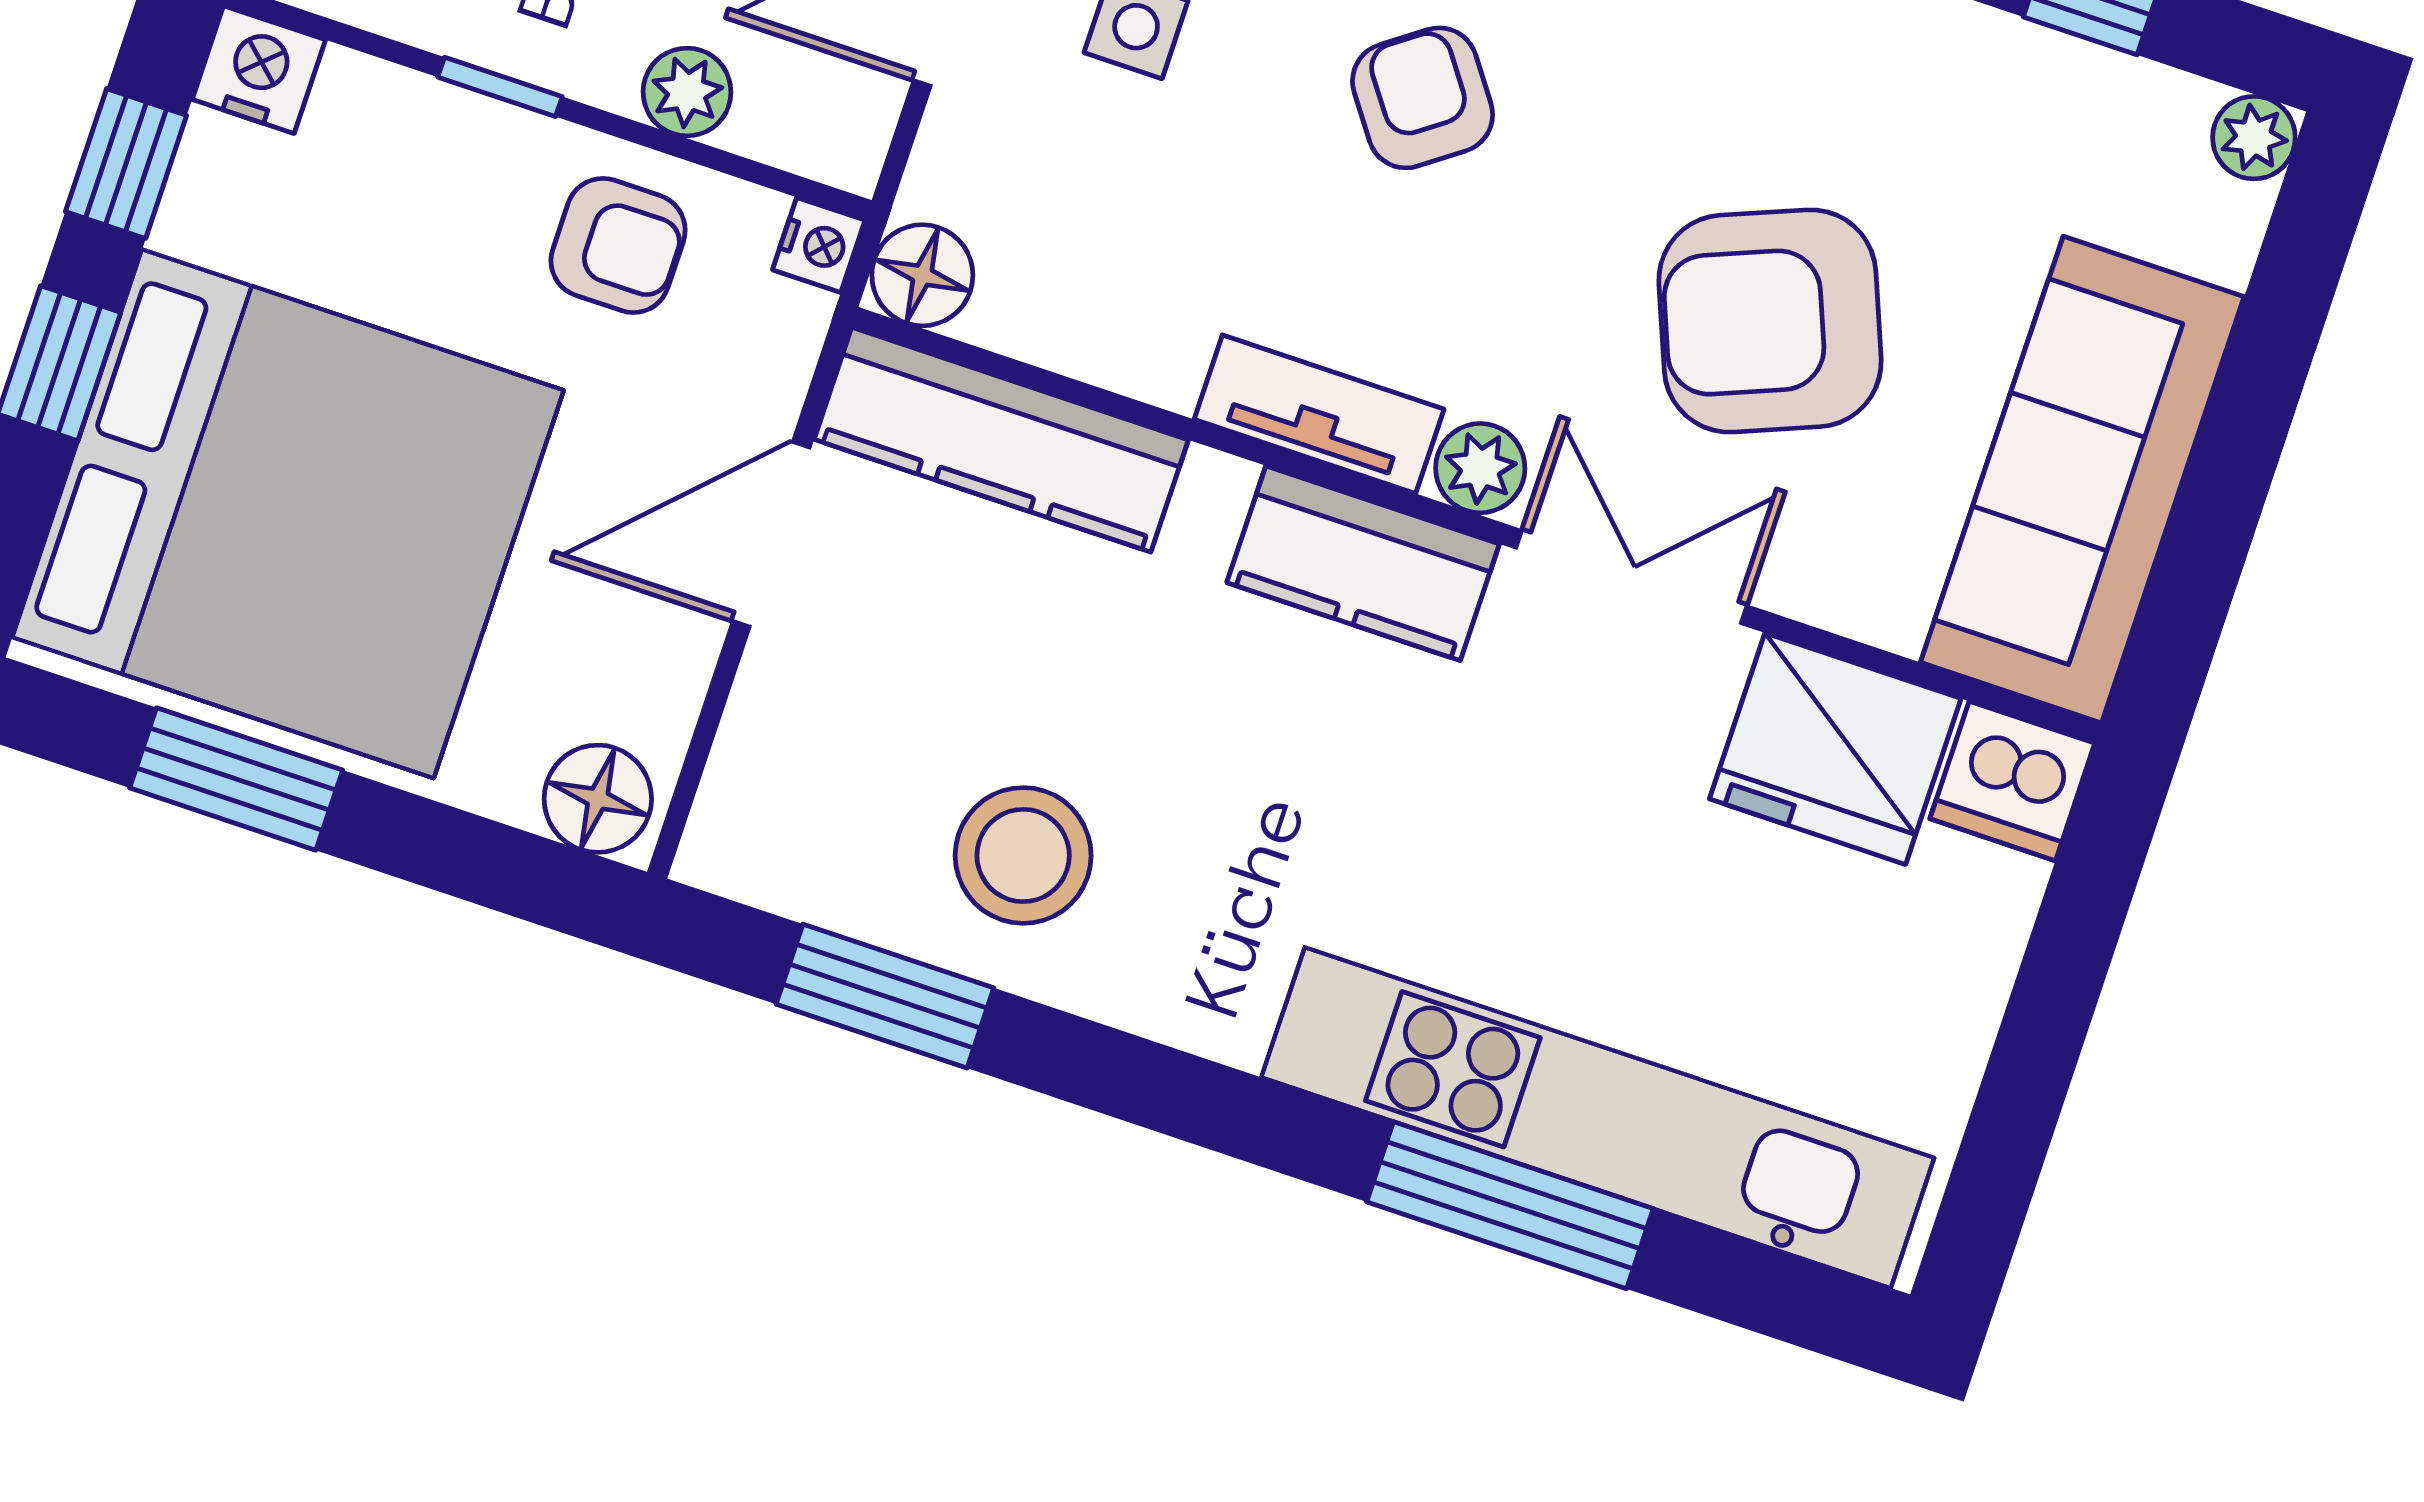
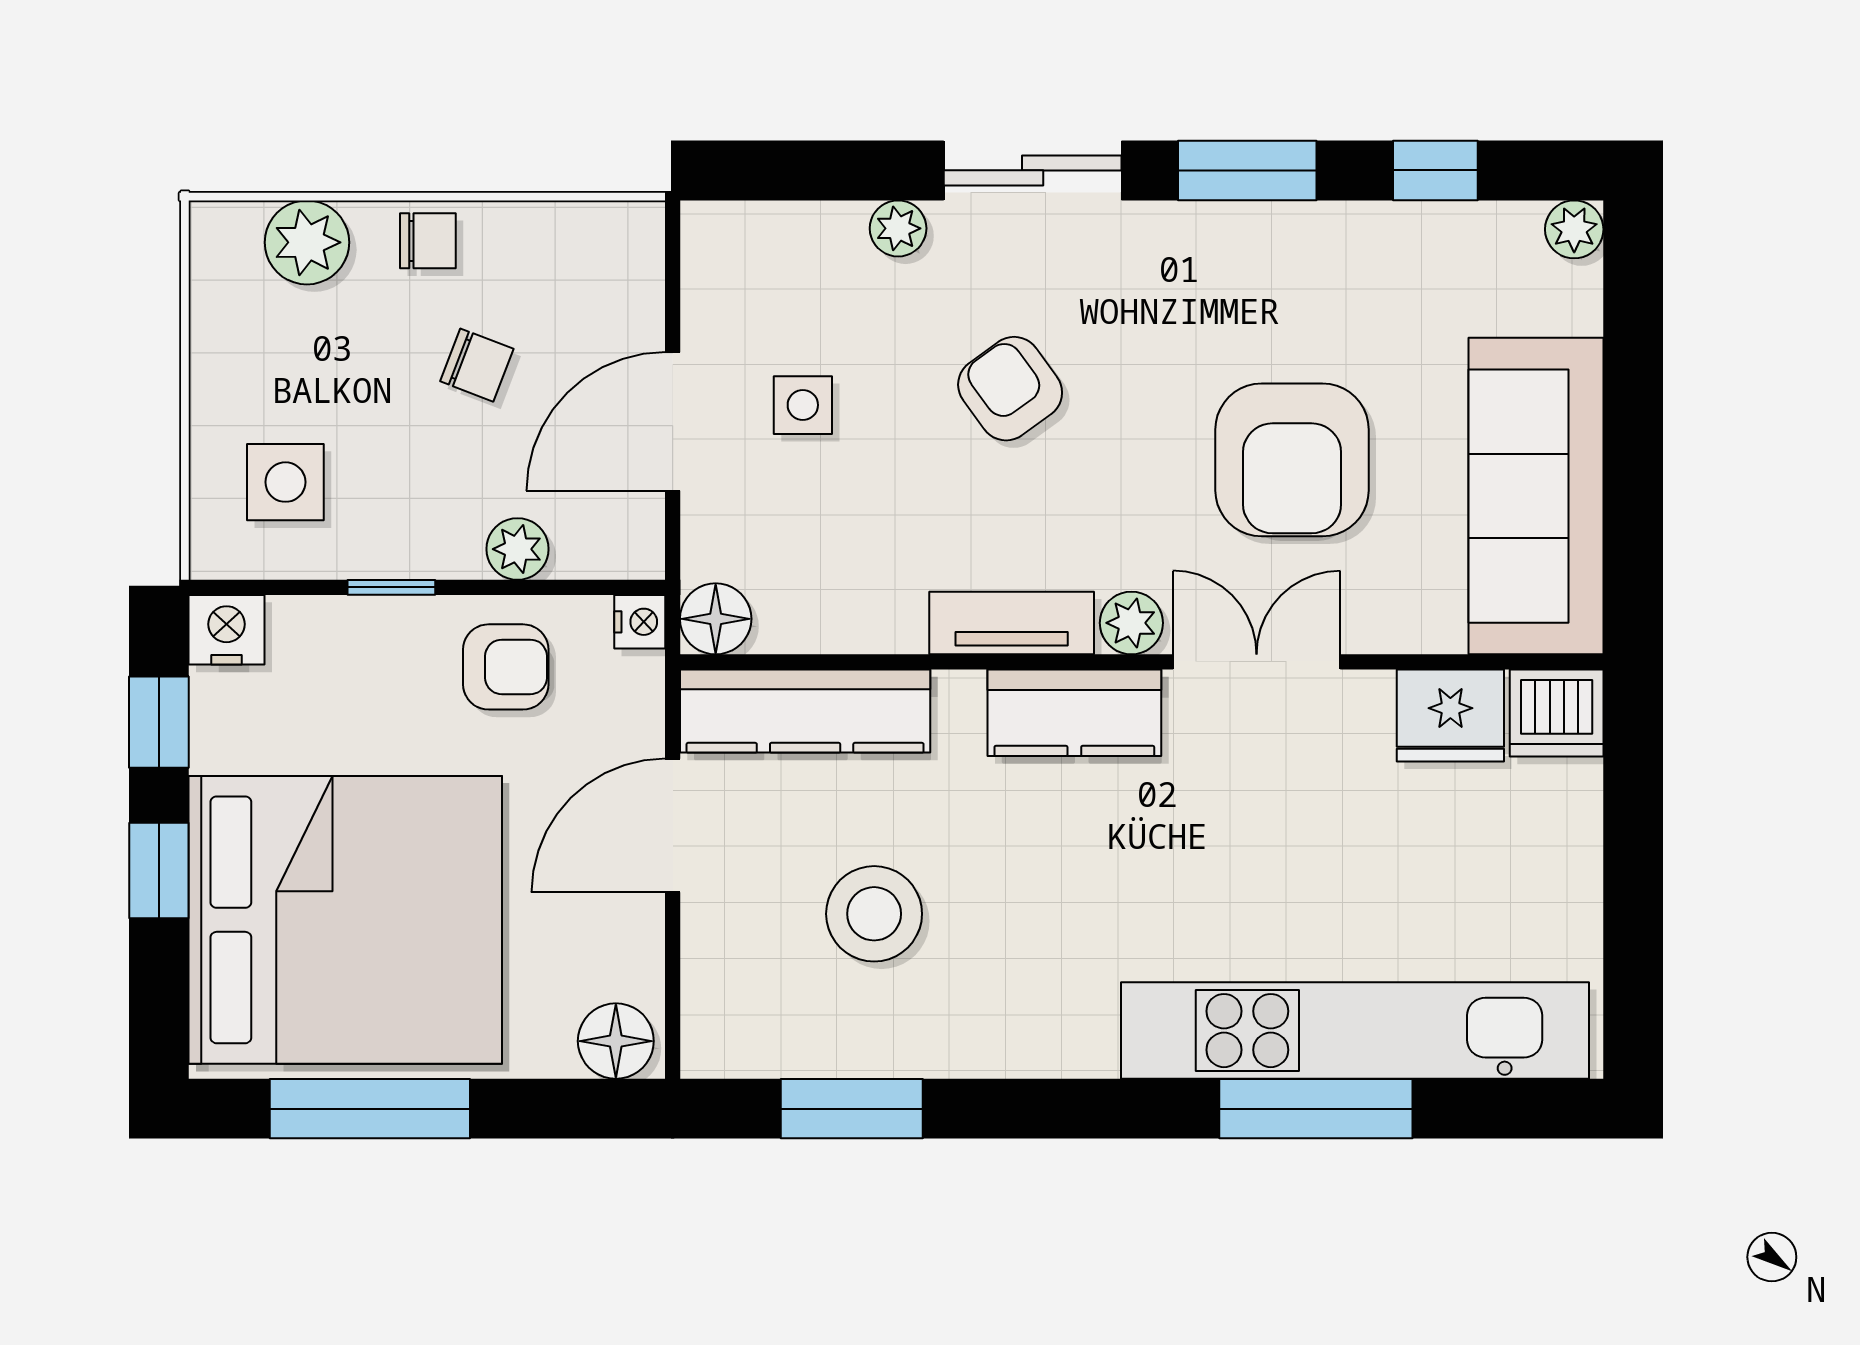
armchair: (1770, 321) -> (1292, 460), turned -68
fridge: (1835, 749) -> (1450, 715), width x0.73, depth x0.75
window: (236, 779) -> (370, 1109), width x1.44
stool: (1023, 855) -> (874, 914), moved

